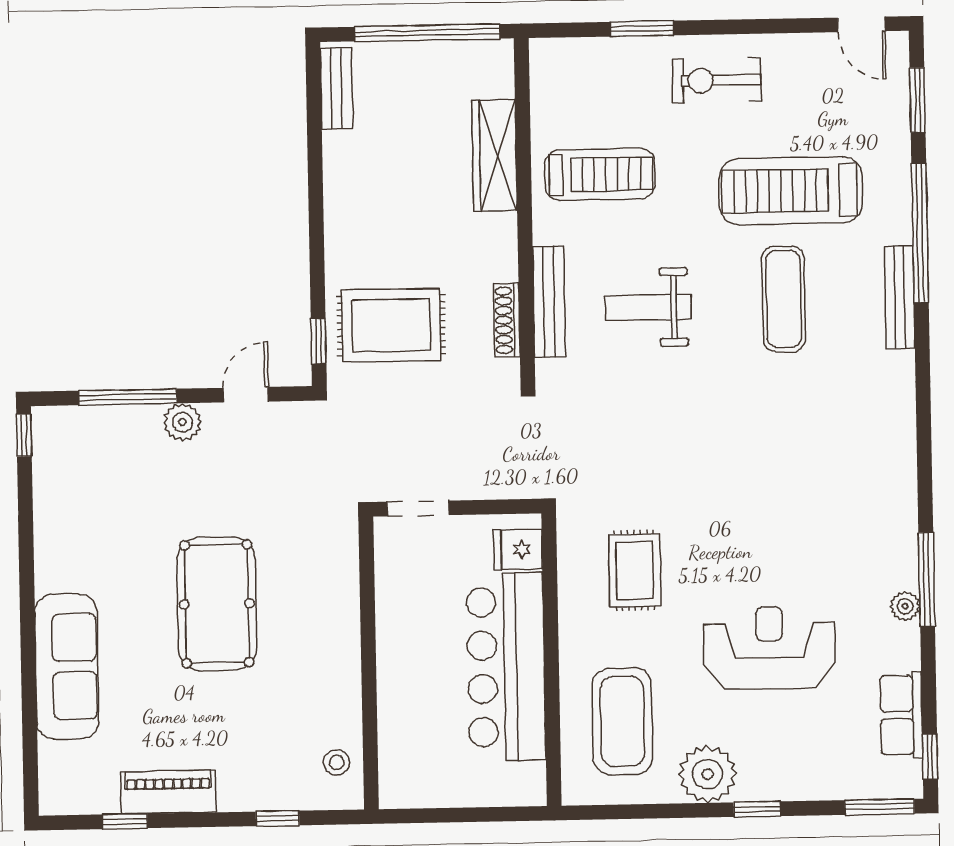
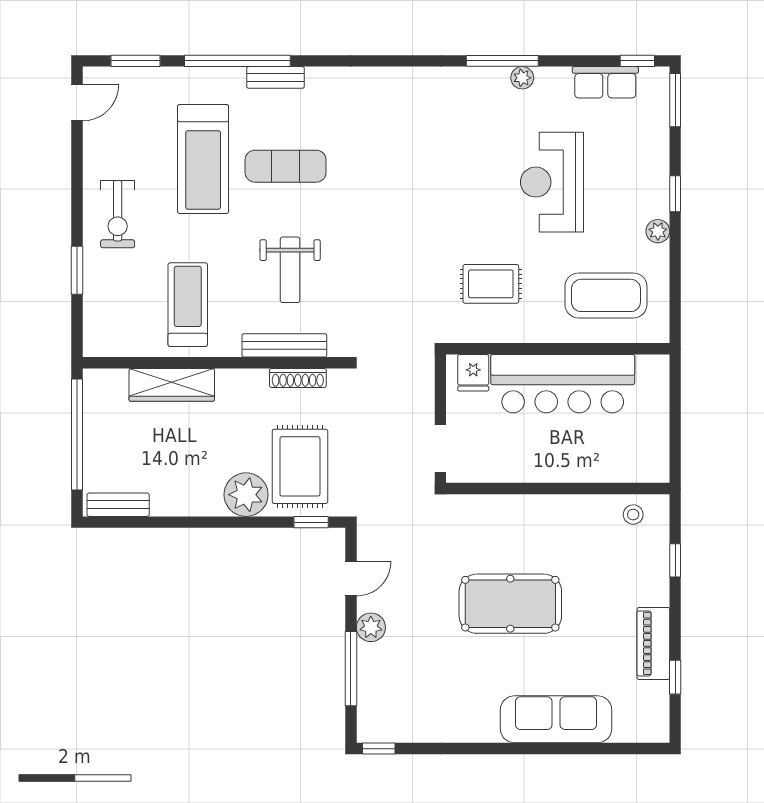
plant: (353, 255) -> (246, 495), added
bench: (900, 297) -> (275, 77), width x0.73
door: (246, 395) -> (351, 579), swing flipped
plant: (708, 774) -> (658, 231), width x0.53, depth x0.53

